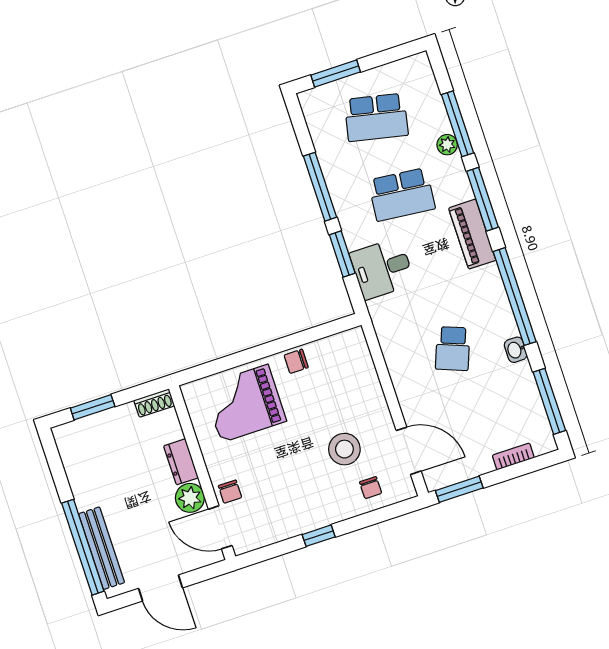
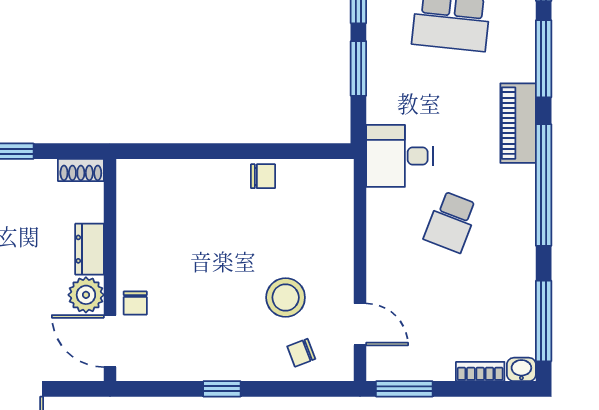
piano: (472, 234) -> (518, 123), moved
desk: (382, 269) -> (400, 156), moved
washbasin: (516, 350) -> (521, 369), moved, turned 90
chair: (296, 361) -> (263, 176), turned 180
grand piano: (245, 403) -> (186, 206), removed
door: (409, 451) -> (360, 324), width x0.73
chair: (371, 488) -> (301, 353), turned 69

